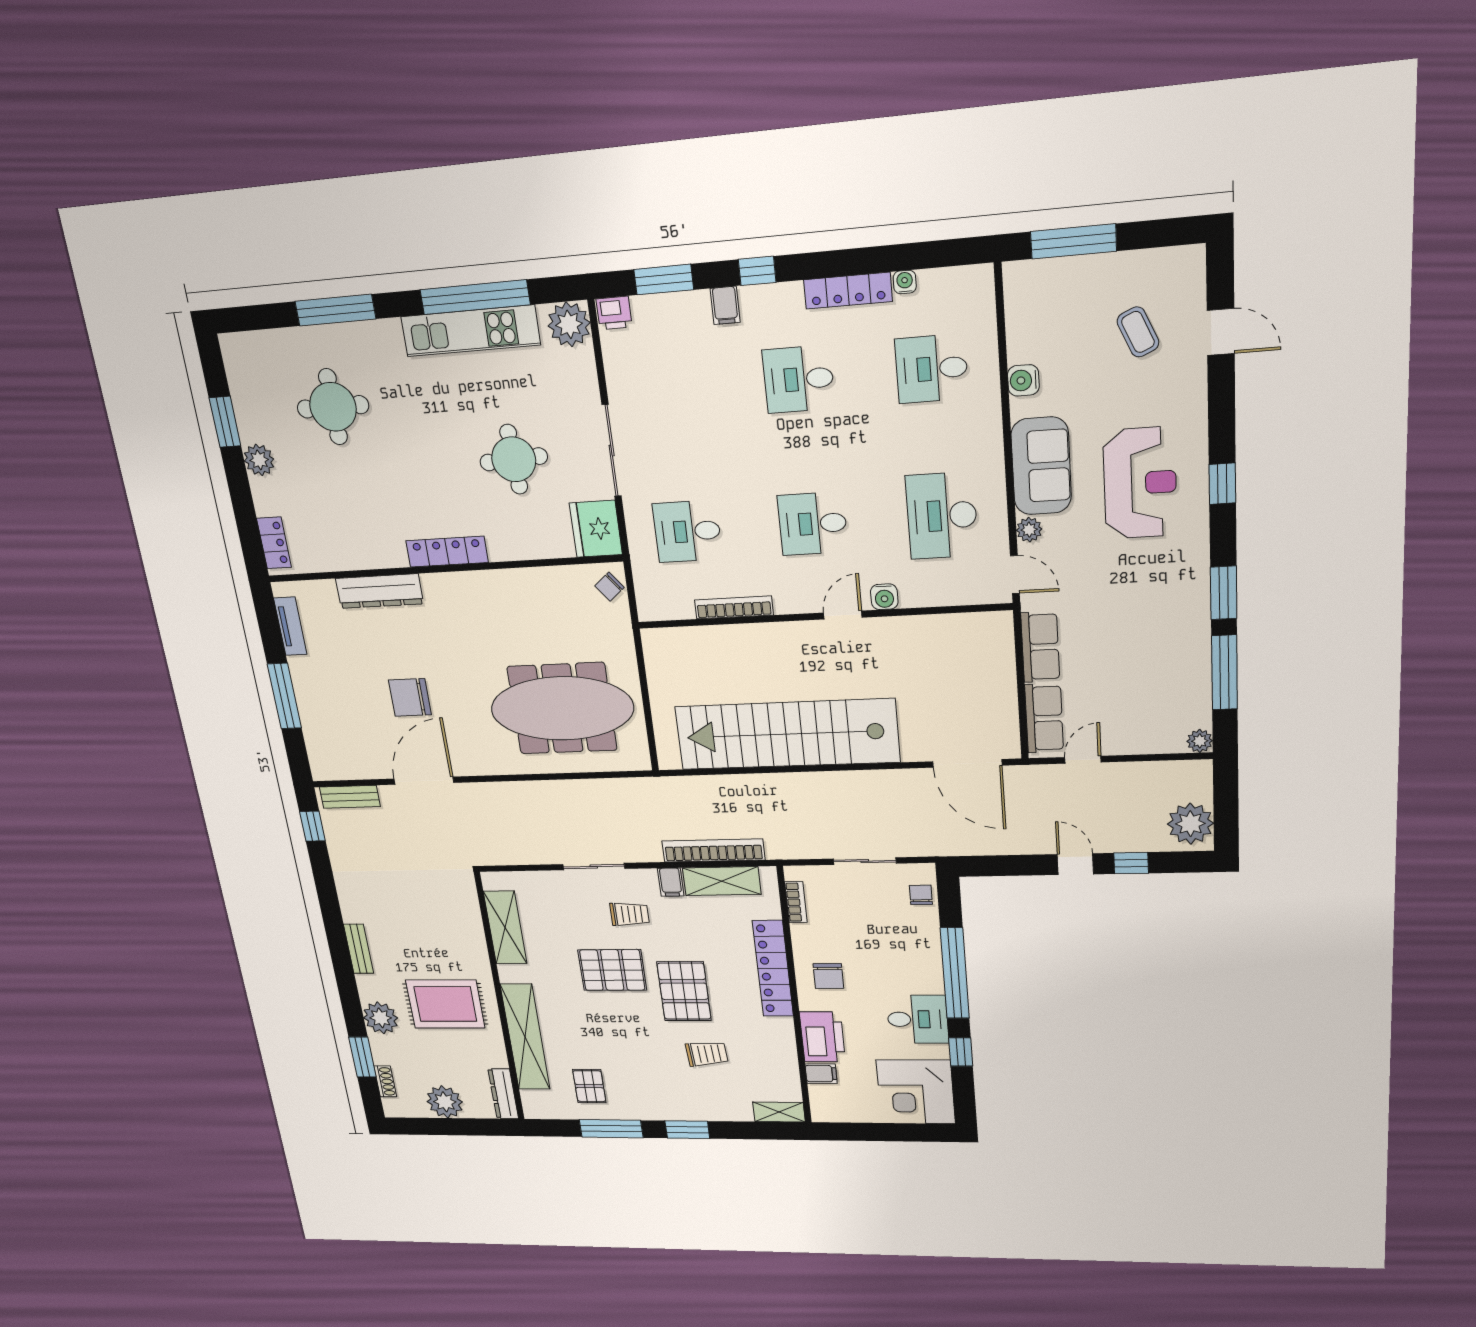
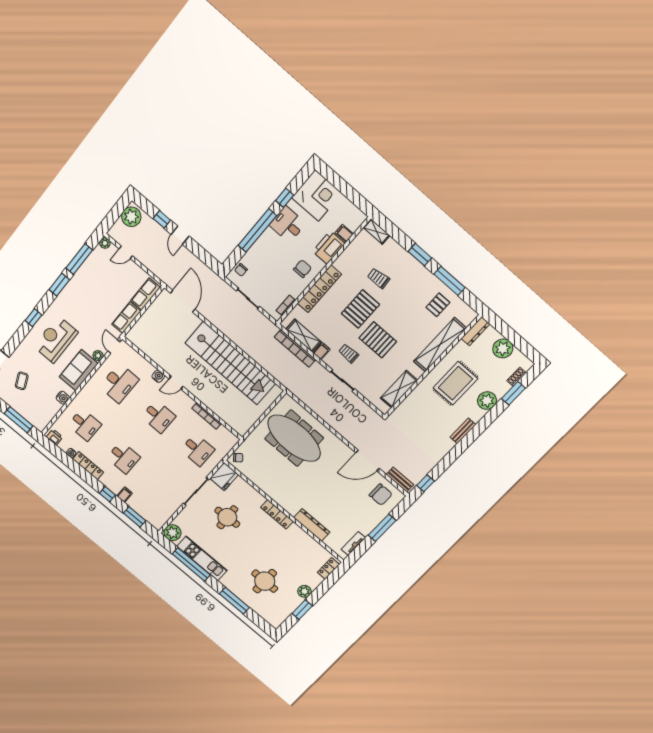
printer: (614, 313) -> (55, 437), moved
chair: (410, 697) -> (381, 495), moved
door: (1083, 760) -> (126, 252), moved
rug: (445, 1004) -> (455, 383), turned 90

